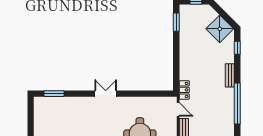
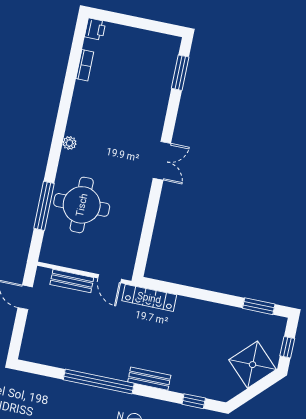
shower: (220, 29) -> (252, 365), moved
locker: (184, 90) -> (149, 298), width x1.53
door: (178, 109) -> (110, 279), hinge flipped

